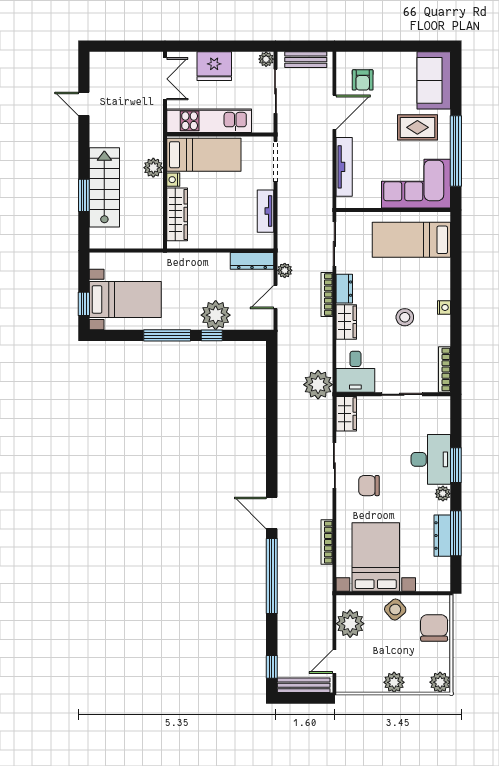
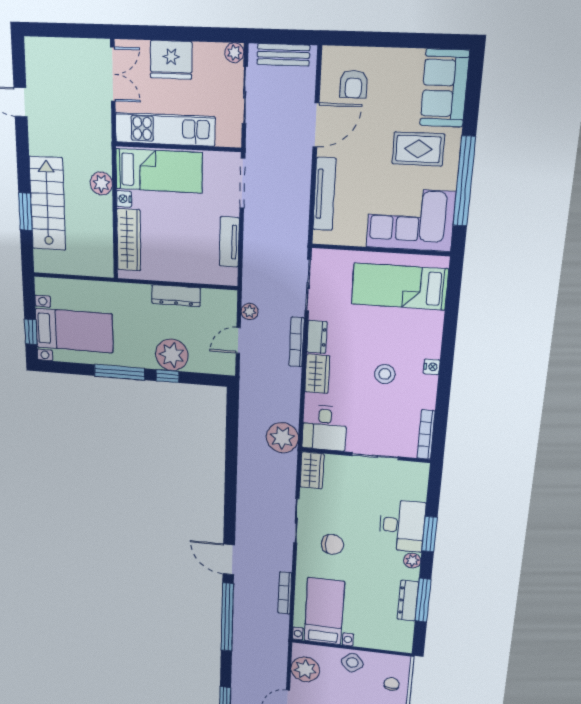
dresser: (252, 261) -> (176, 296), moved
chair: (369, 486) -> (332, 544), turned 180
bed with nightstands: (376, 557) -> (324, 611), width x0.73
chair: (434, 628) -> (391, 684), width x0.54, depth x0.54

